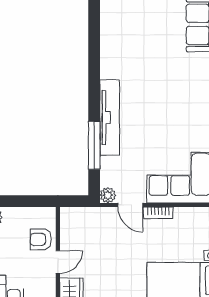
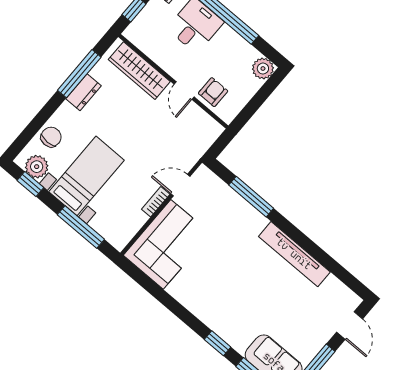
tv unit: (110, 118) -> (294, 254), moved
plant: (108, 195) -> (203, 174), removed

